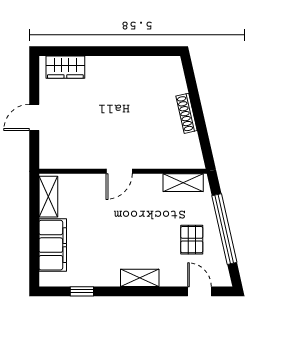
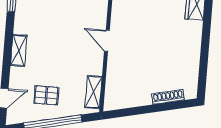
shoe rack: (187, 113) -> (168, 97), moved

